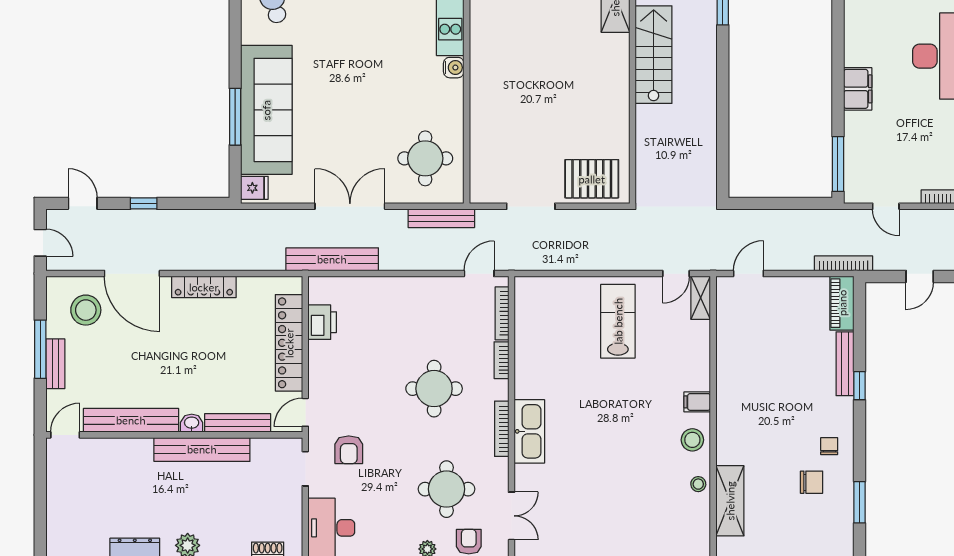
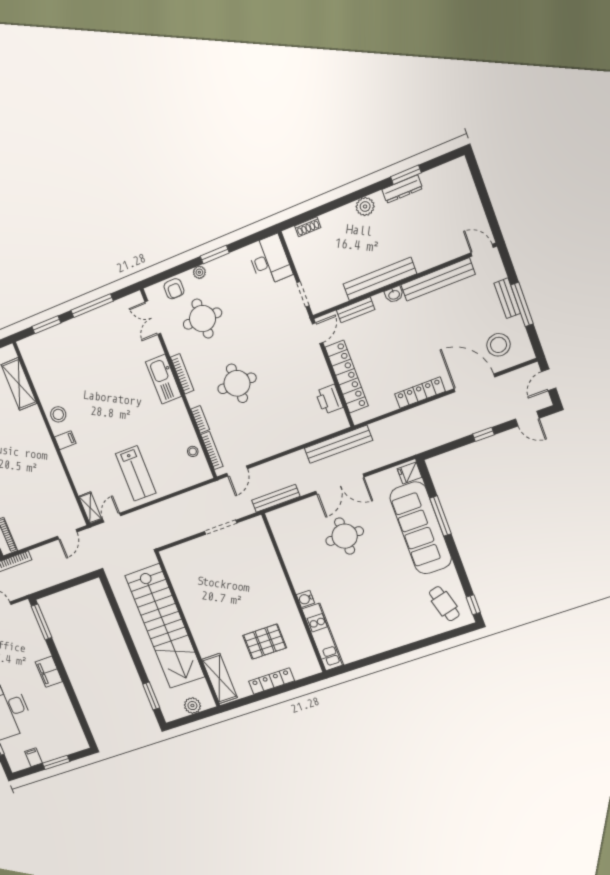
stairs: (654, 55) -> (165, 626), width x1.86, depth x1.51
round table: (425, 158) -> (345, 536), moved
pallet: (592, 179) -> (265, 642), moved
door: (40, 243) -> (549, 380), hinge flipped
bench: (238, 423) -> (356, 310), width x0.73
door: (65, 435) -> (482, 250), swing flipped
armchair: (349, 450) -> (278, 319), removed
stool: (698, 484) -> (193, 451), moved

